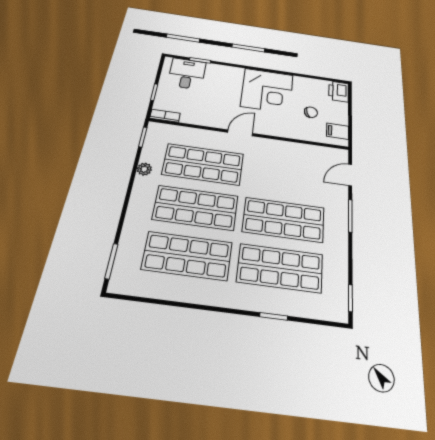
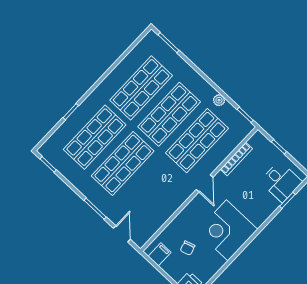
bookcase: (165, 116) -> (236, 159), moved, width x1.56

